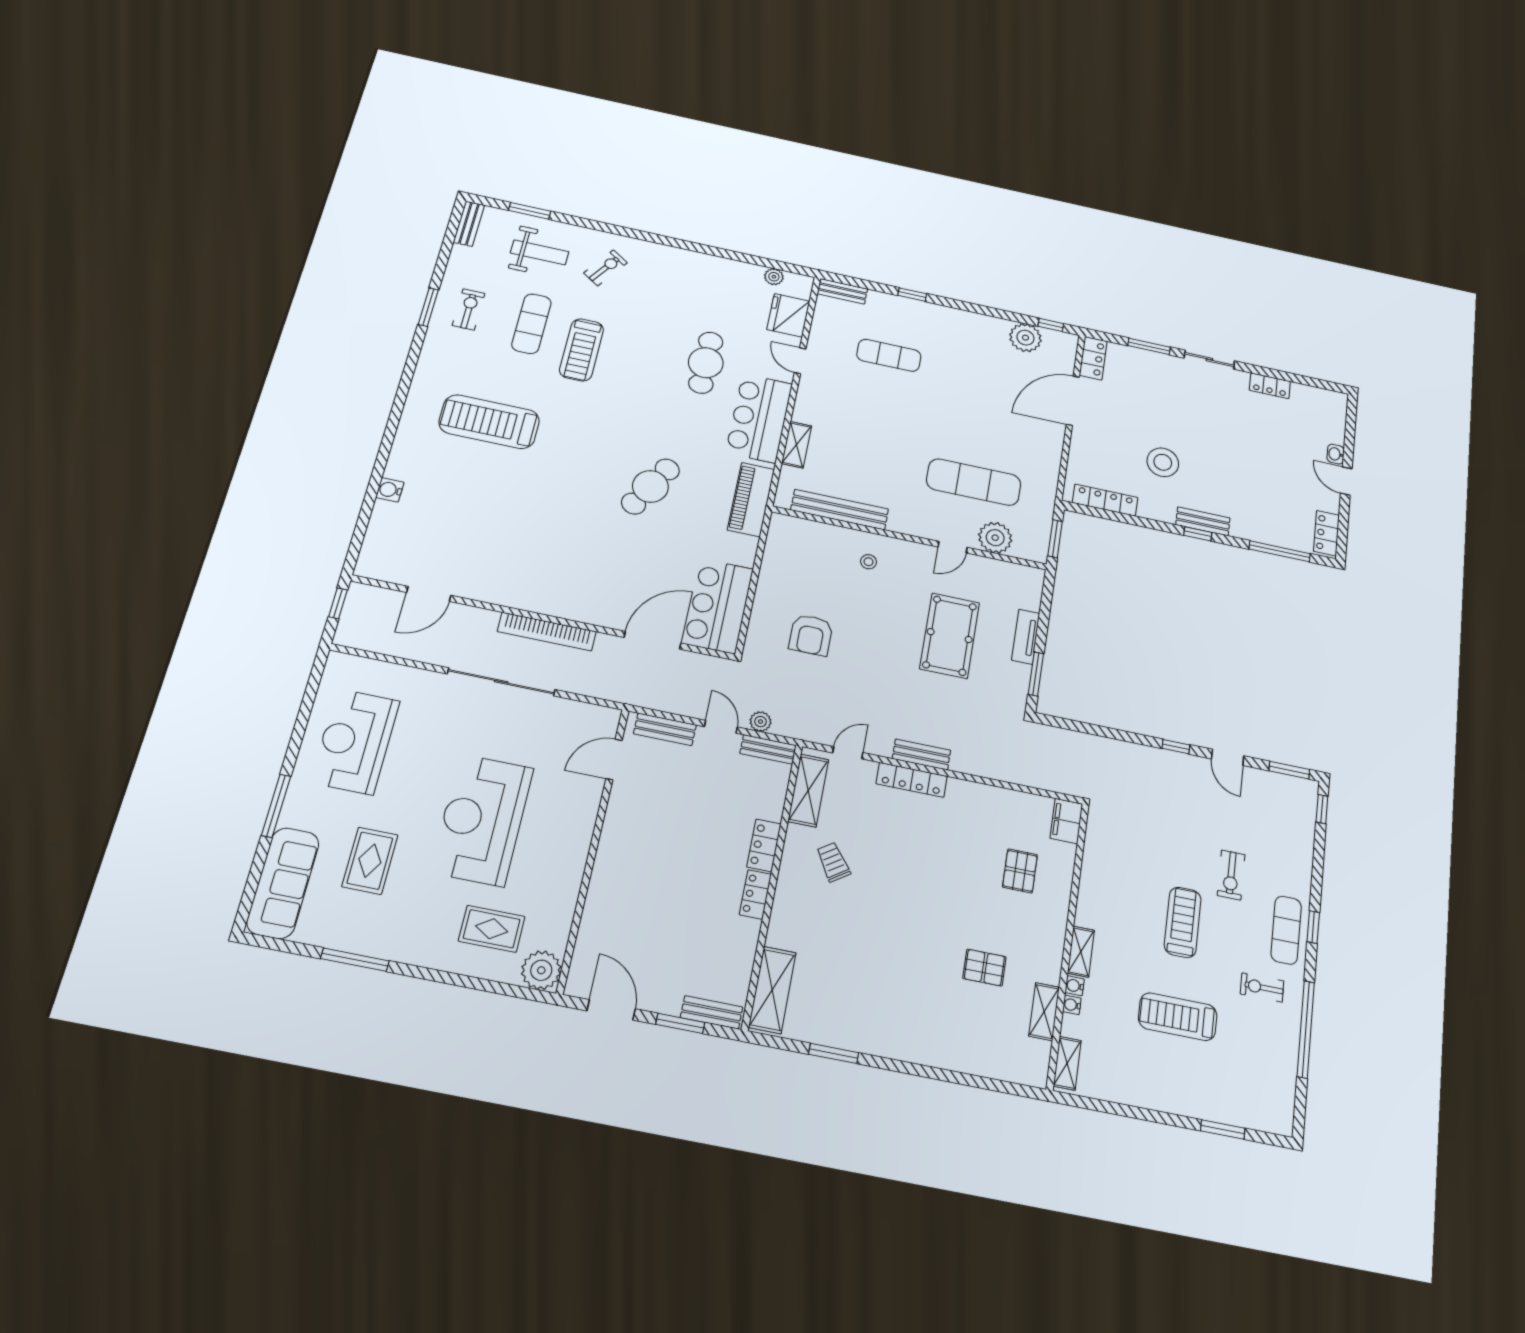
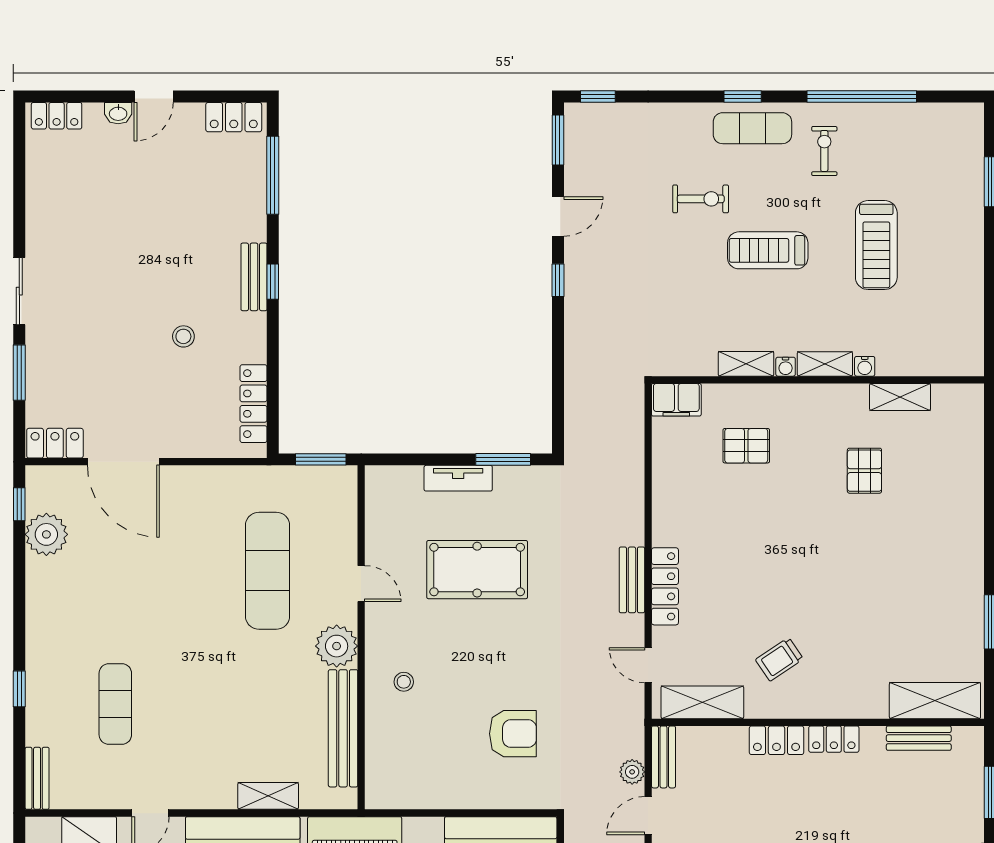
locker: (1270, 386) -> (57, 116), moved, turned 90
stool: (1163, 462) -> (183, 336), width x0.53, depth x0.53
plant: (995, 538) -> (337, 646), moved
exercise bike: (1262, 987) -> (824, 151), turned 180
water cooler: (1072, 1005) -> (786, 367), moved
bench: (712, 1012) -> (919, 738), moved, turned 90
shelving: (1067, 1063) -> (746, 364), moved

